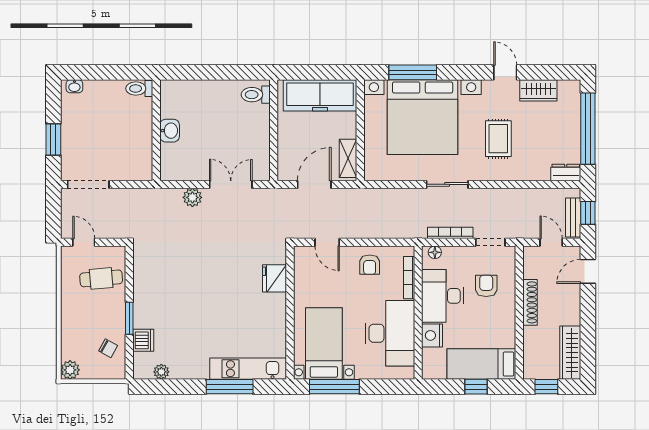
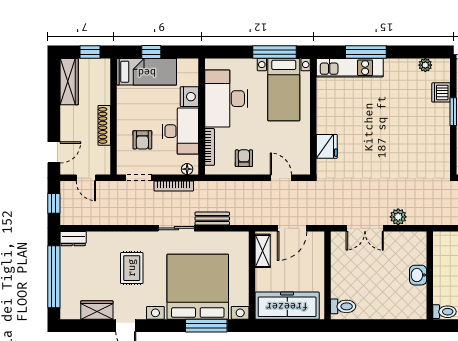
bench: (573, 217) -> (212, 218), moved, turned 90

